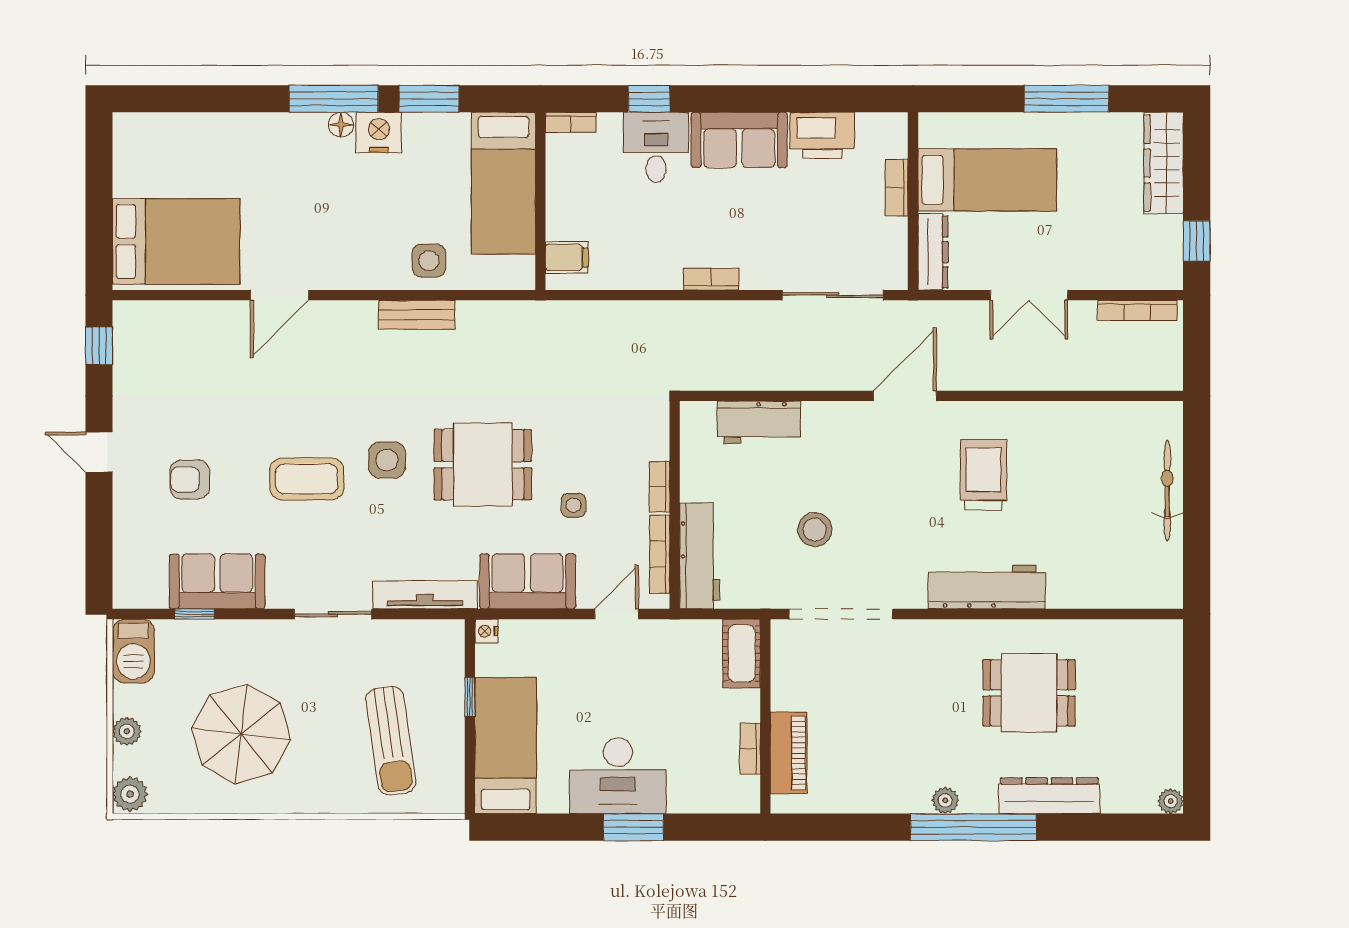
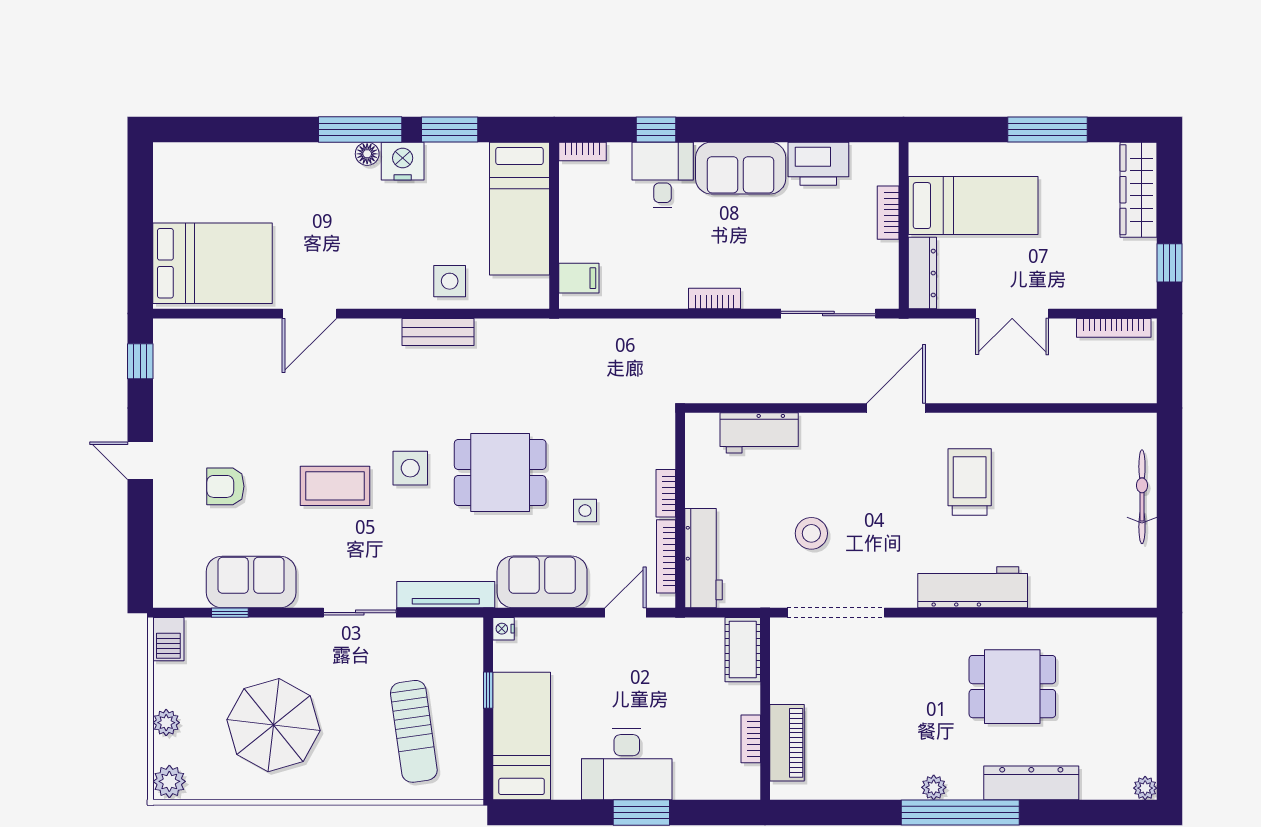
barbecue: (133, 651) -> (168, 639), width x0.73, depth x0.79

